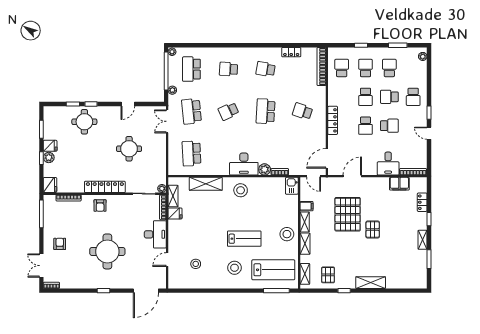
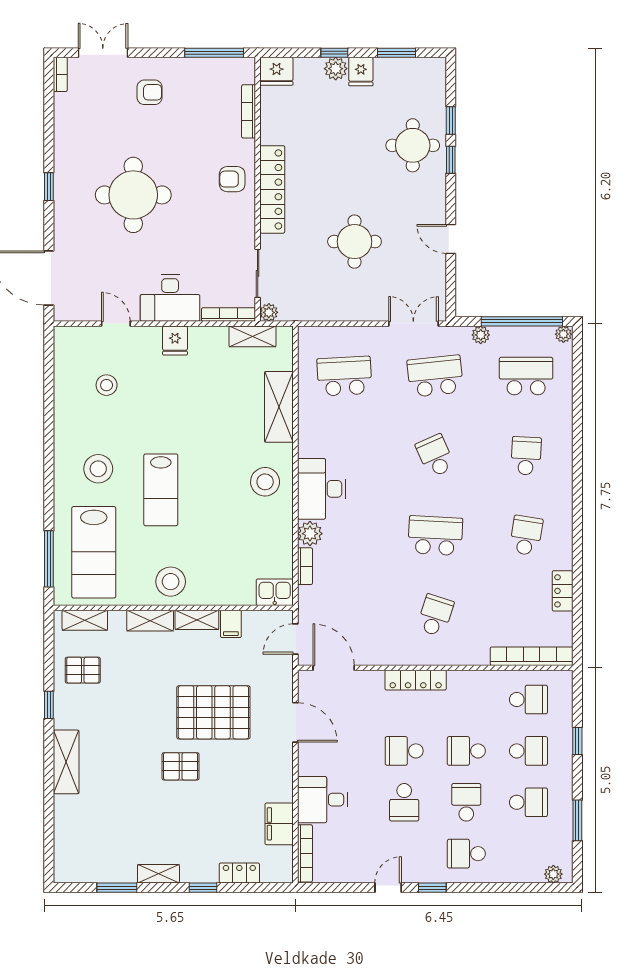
fridge: (175, 213) -> (175, 341), moved

